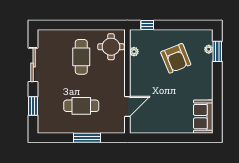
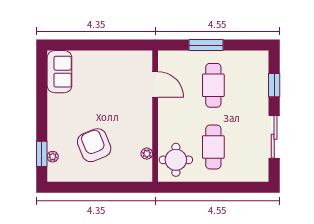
window: (147, 25) -> (130, 187), removed
cafe table: (81, 106) -> (213, 85), turned 90
door: (127, 106) -> (155, 84), swing flipped

